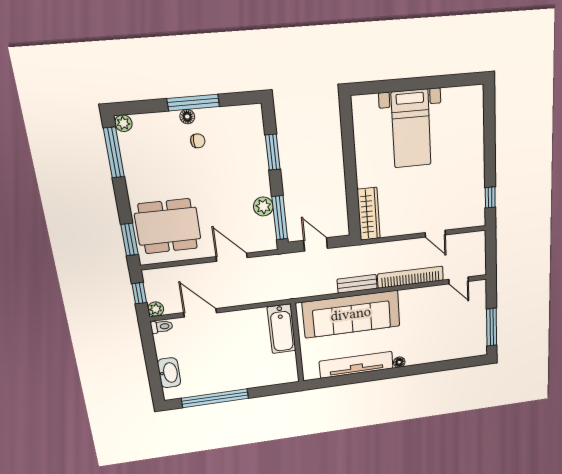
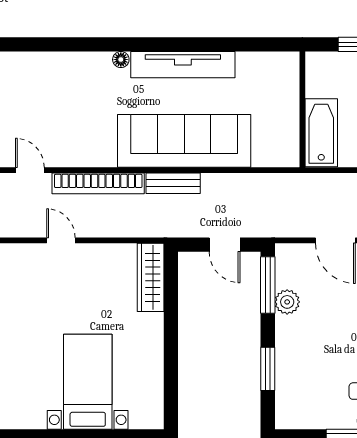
bathtub: (282, 329) -> (321, 133), moved
wall: (297, 343) -> (302, 109), moved

